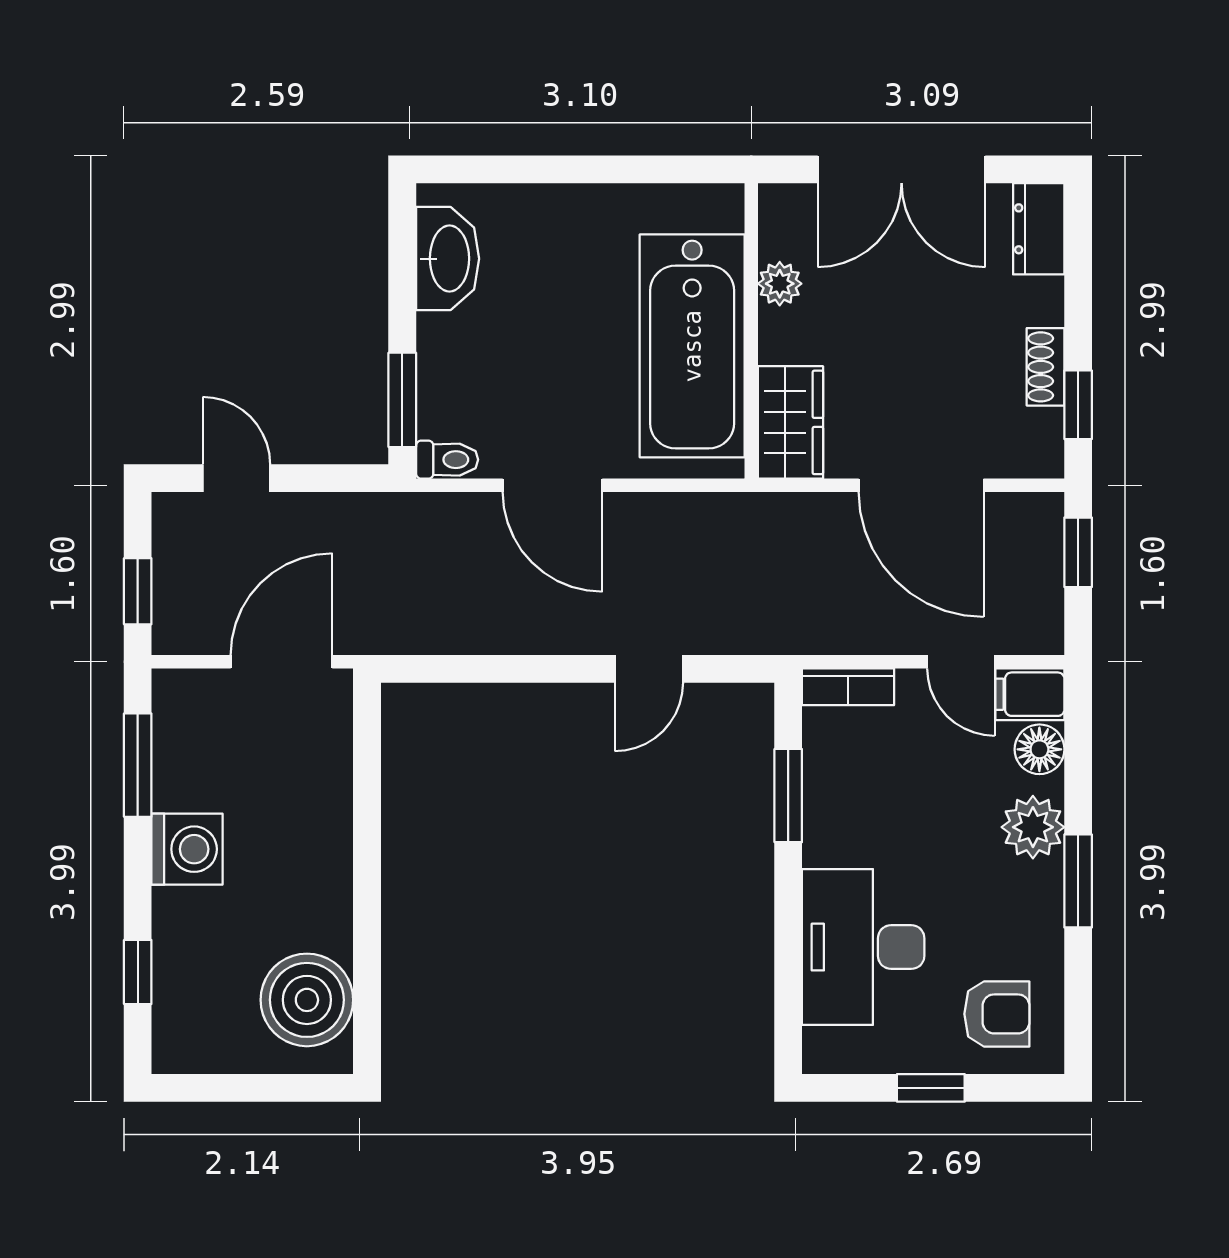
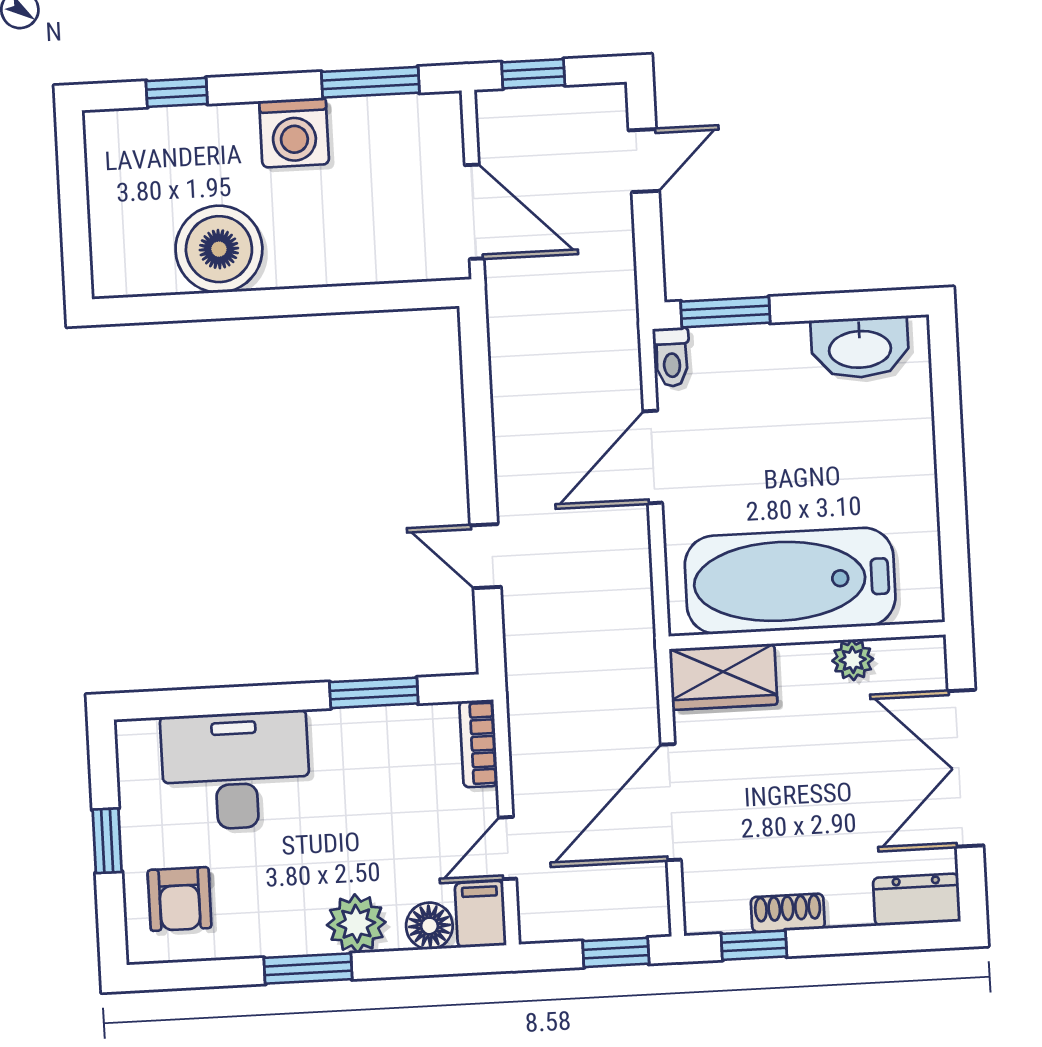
boiler: (307, 1000) -> (219, 249), moved

